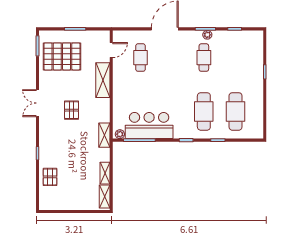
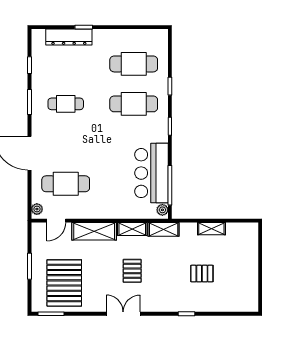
plant: (207, 35) -> (37, 209), moved
door: (111, 50) -> (56, 221), swing flipped
cafe table: (141, 58) -> (66, 184), width x1.37, depth x1.35
dresser: (257, 60) -> (69, 37), added
double door: (38, 103) -> (123, 314), swing flipped
pallet: (72, 110) -> (132, 271), turned 90
pallet: (50, 177) -> (202, 274), moved
shelving: (105, 197) -> (132, 229), moved

